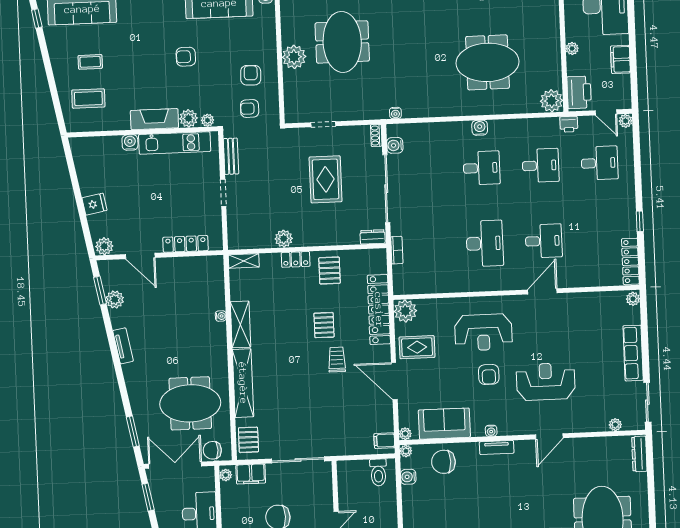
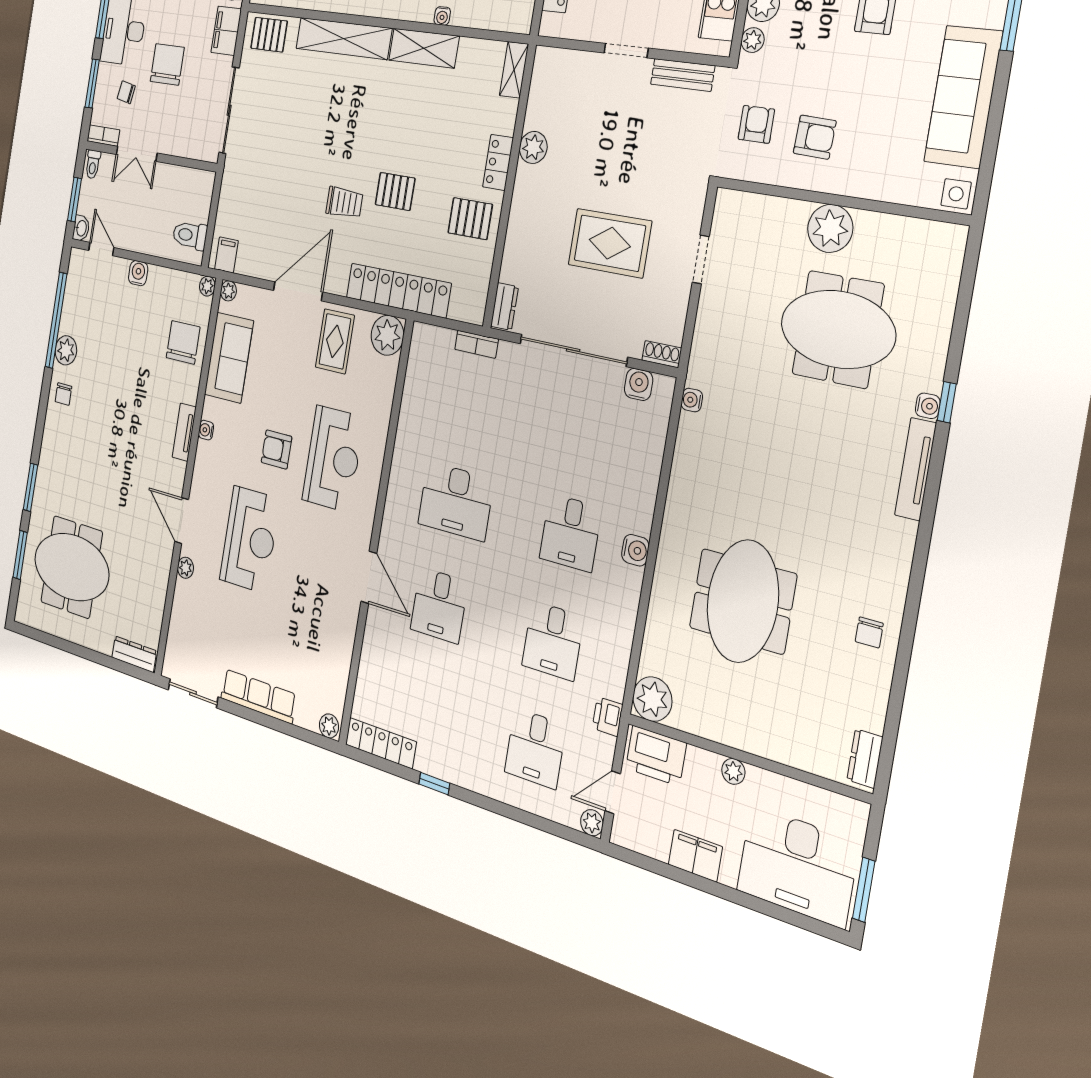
reception desk: (483, 332) -> (333, 459), turned 180
plant: (615, 425) -> (185, 568), moved
water cooler: (408, 477) -> (138, 273), moved

